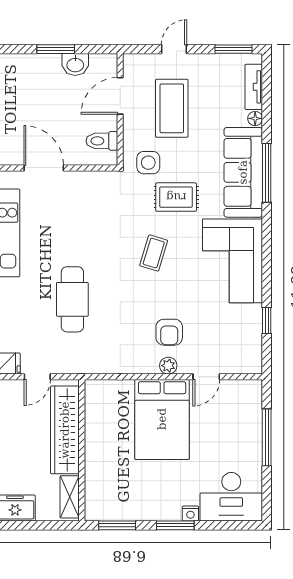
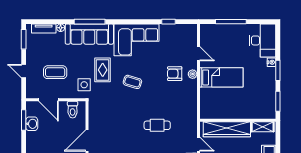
window: (56, 49) -> (24, 120), moved
coffee table: (172, 108) -> (55, 72), width x0.73, depth x0.76
cafe table: (72, 299) -> (157, 125), width x0.73, depth x0.74
armchair: (169, 332) -> (175, 74), turned 180
bed: (162, 419) -> (221, 77), width x0.67

